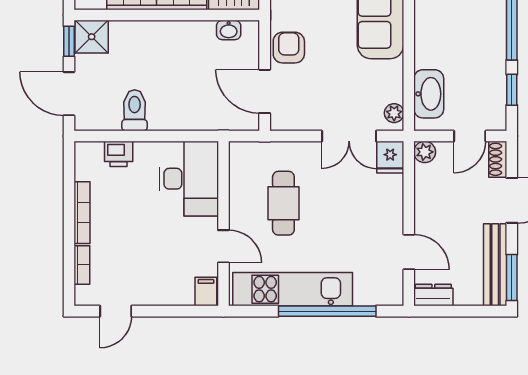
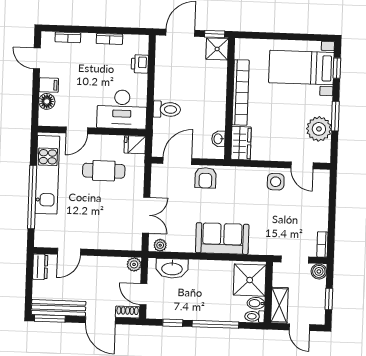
armchair: (289, 48) -> (205, 178), turned 90
toilet: (135, 110) -> (167, 109), moved
double door: (349, 136) -> (146, 215), swing flipped
fridge: (390, 157) -> (135, 145), moved
bookcase: (82, 213) -> (109, 39), width x0.64
filing cabinet: (206, 292) -> (49, 85), moved
floor lamp: (181, 294) -> (47, 101), added

